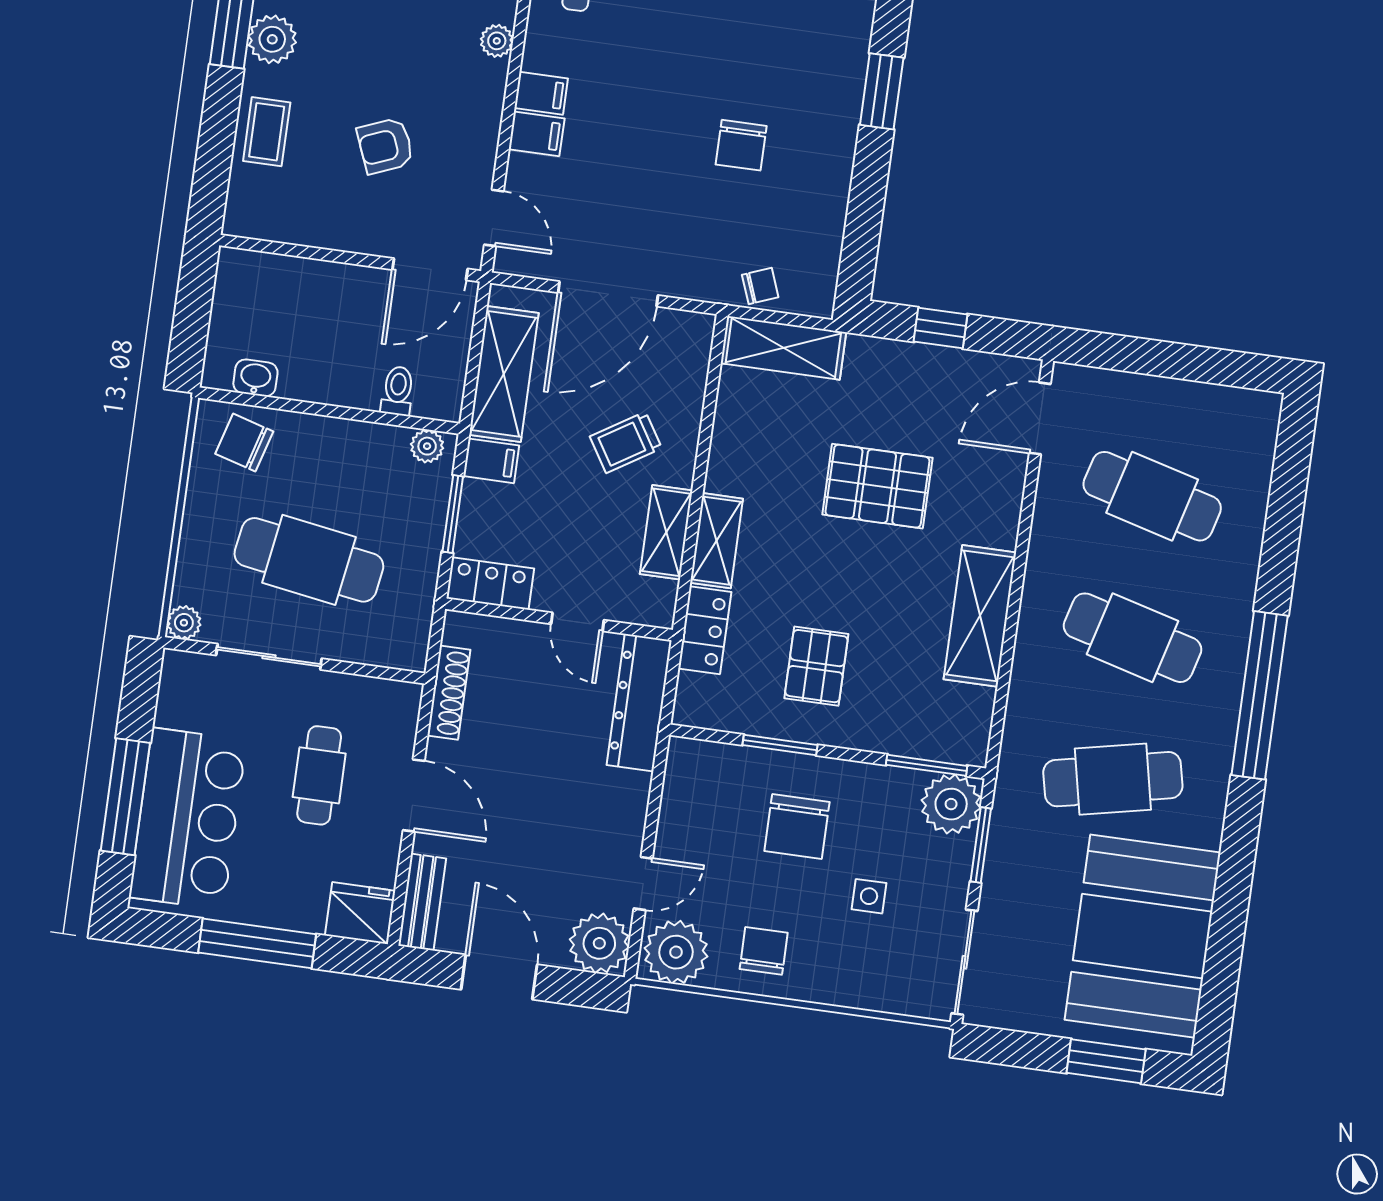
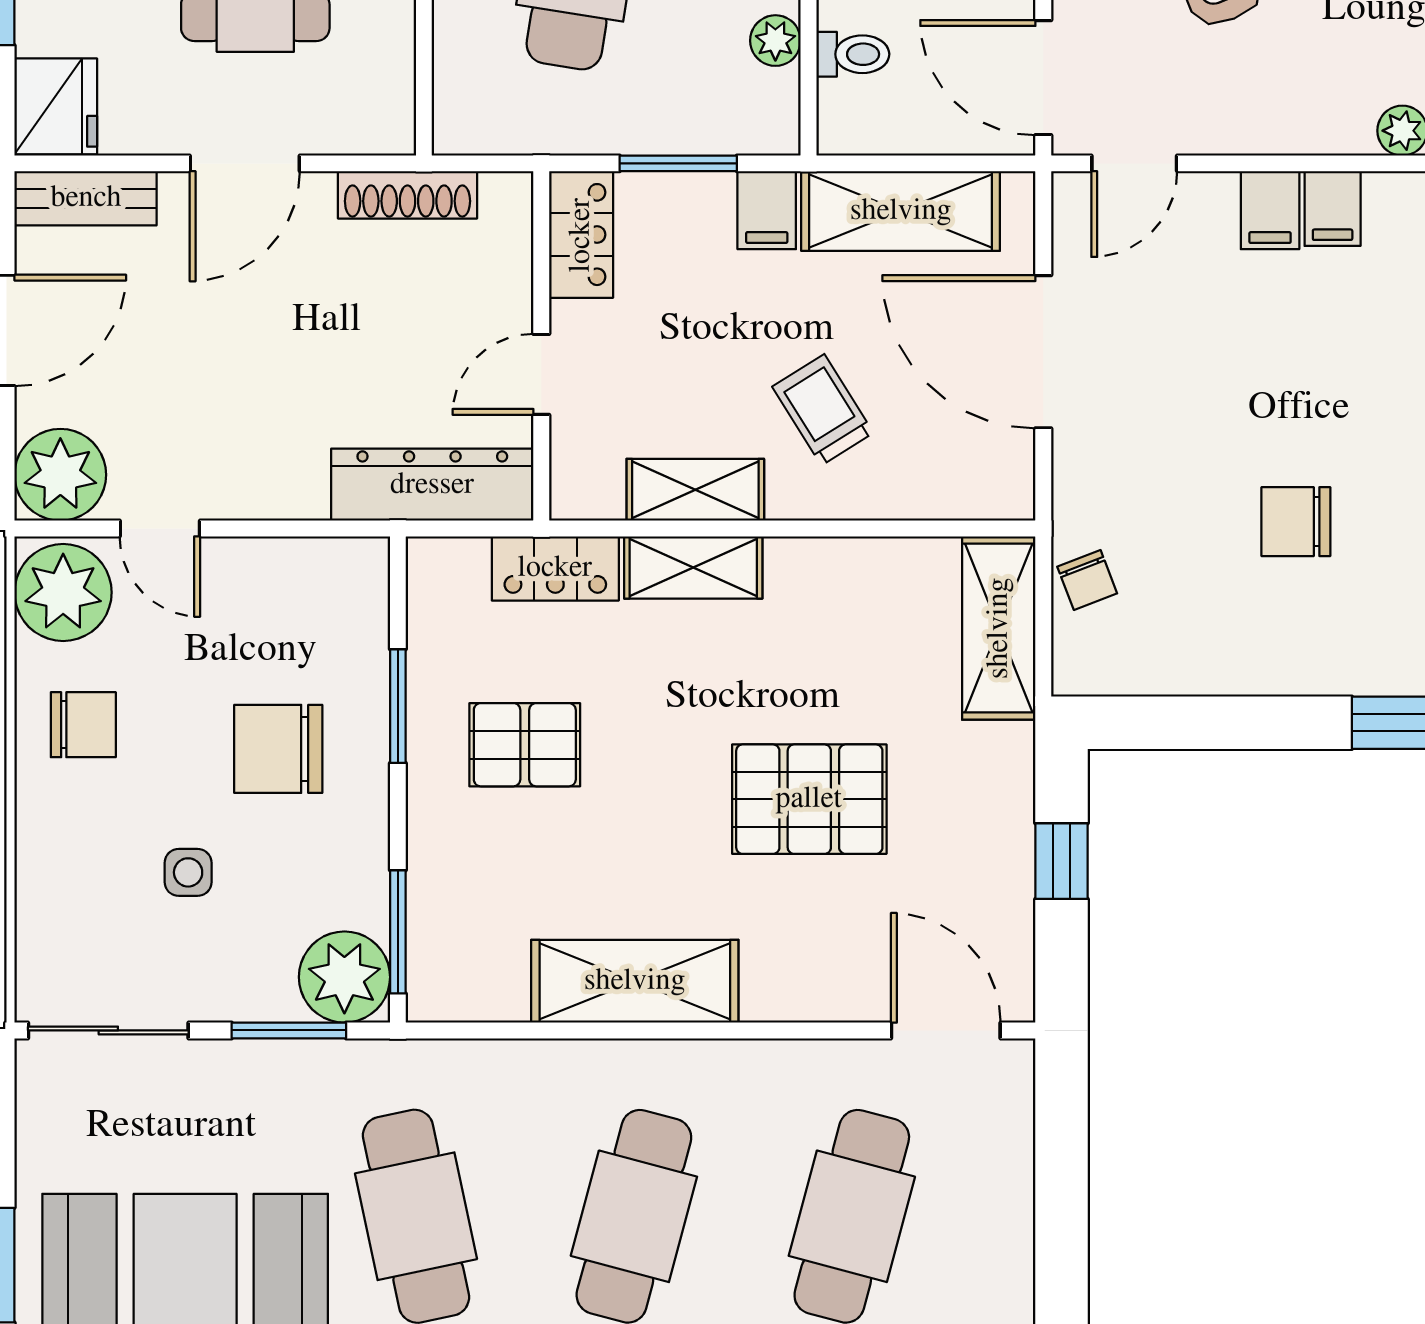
plant: (427, 446) -> (775, 41), moved
pallet: (877, 486) -> (809, 799), turned 90

